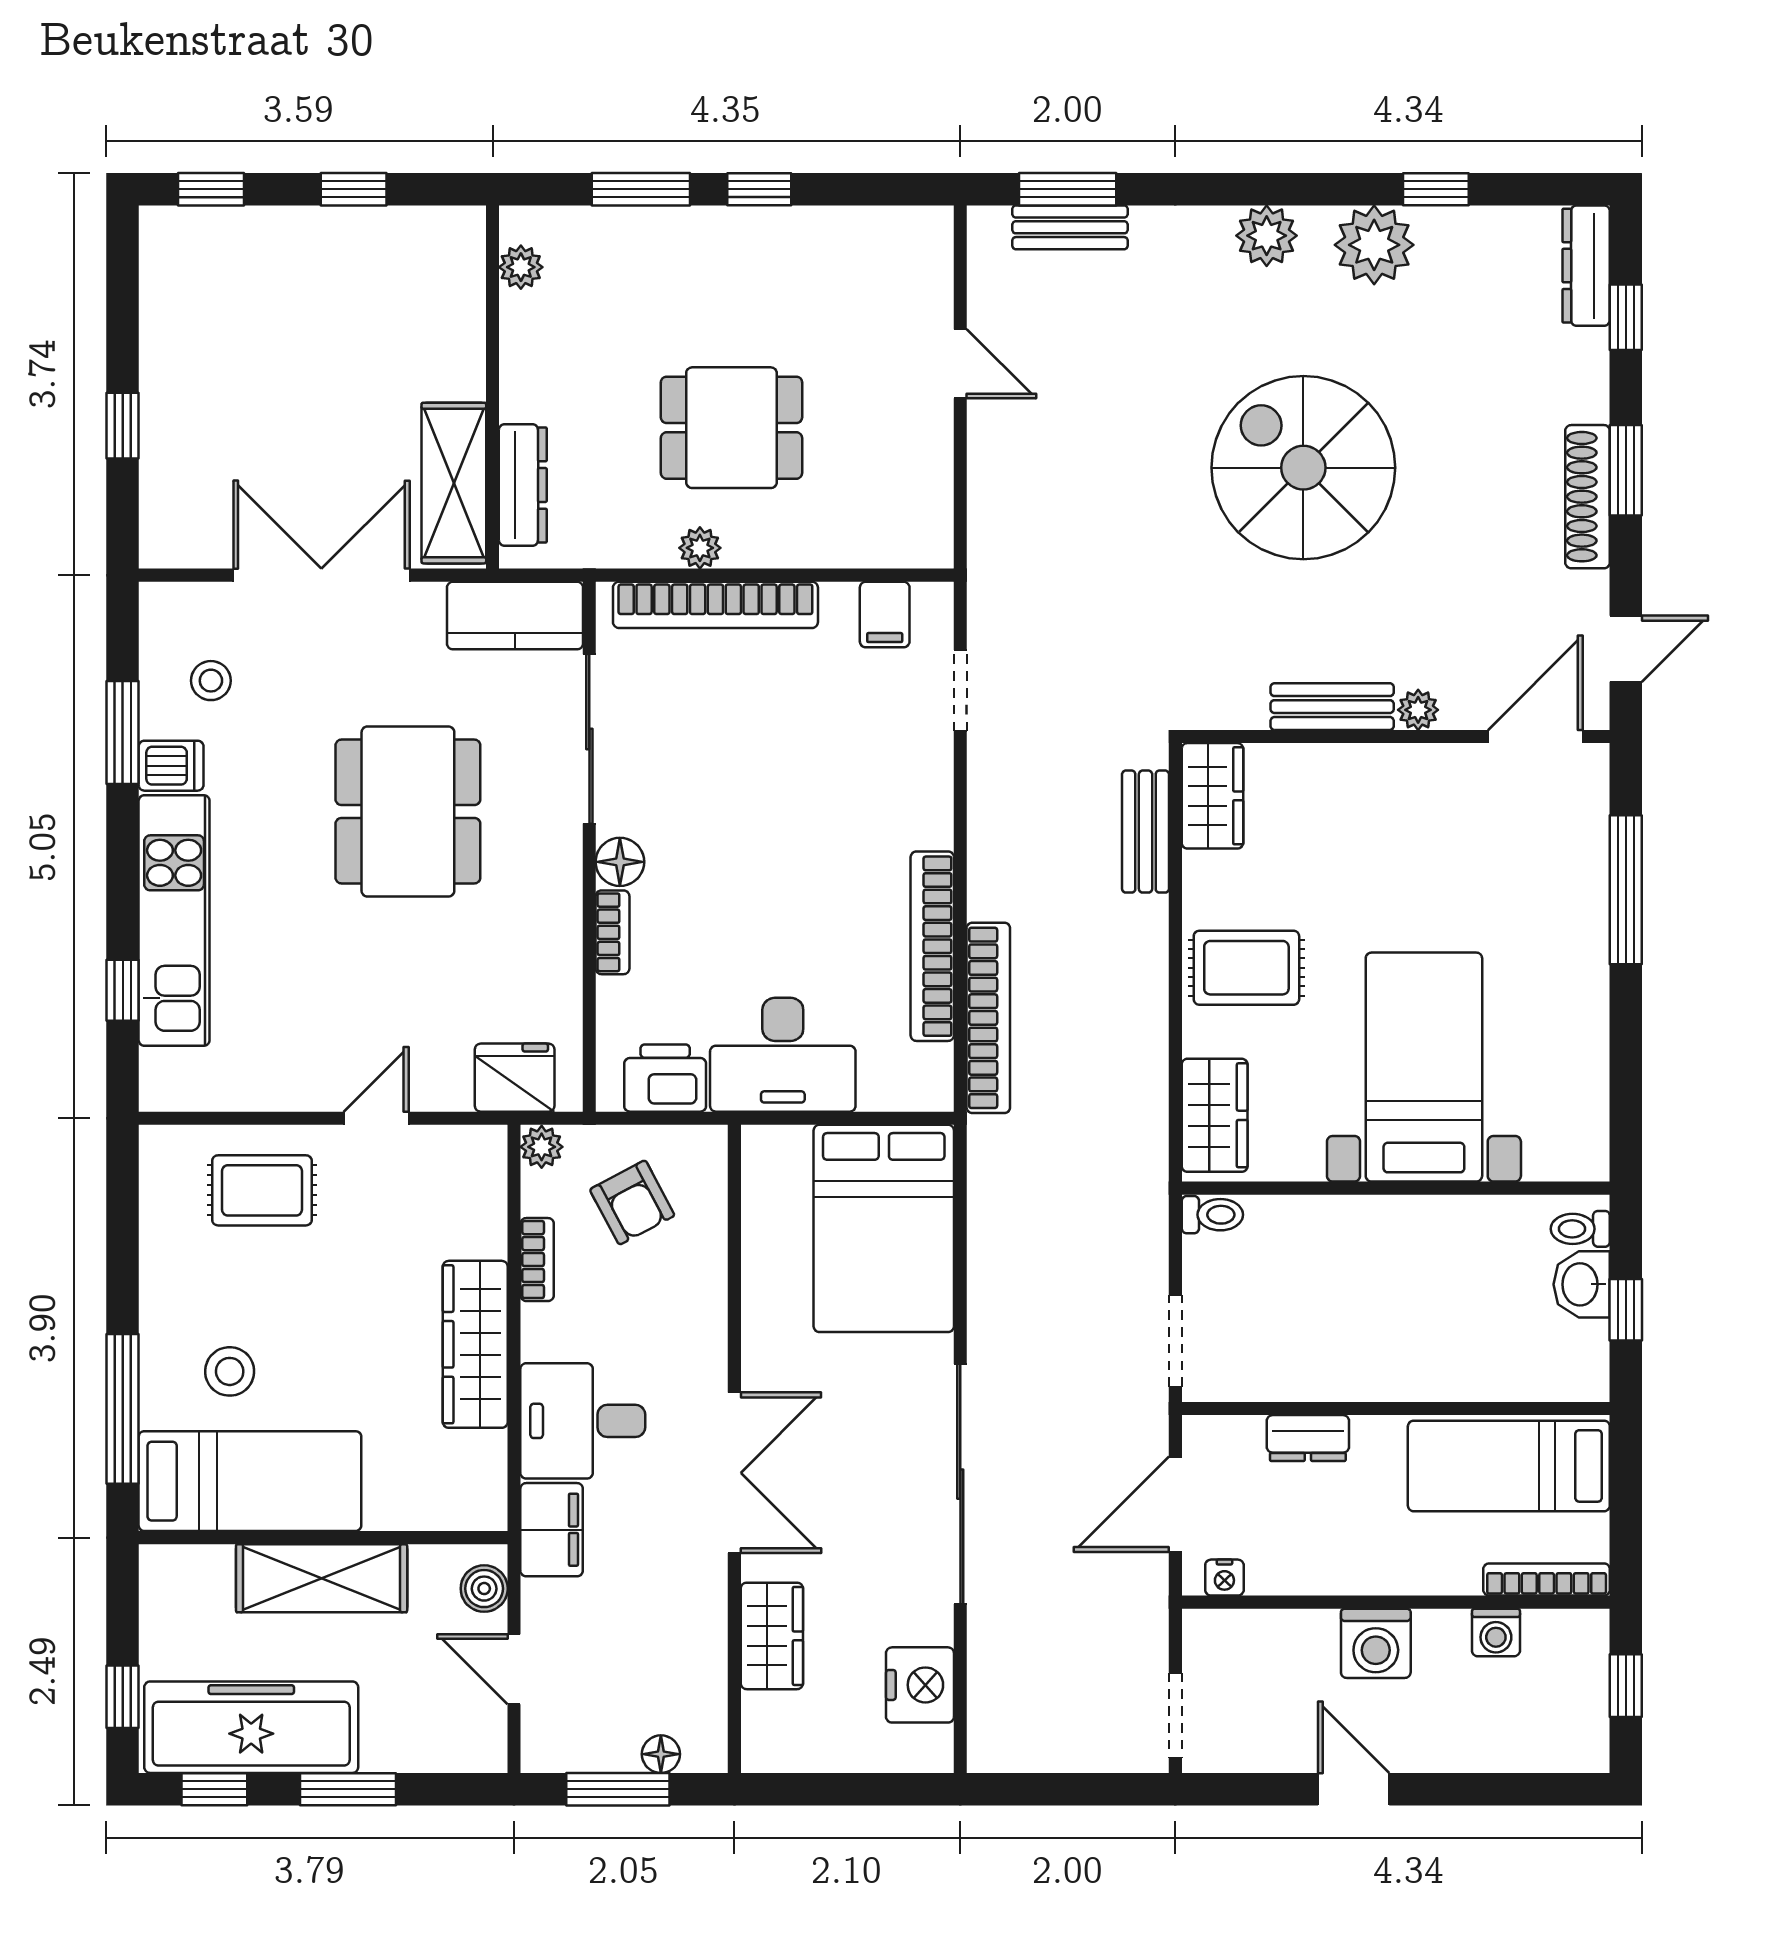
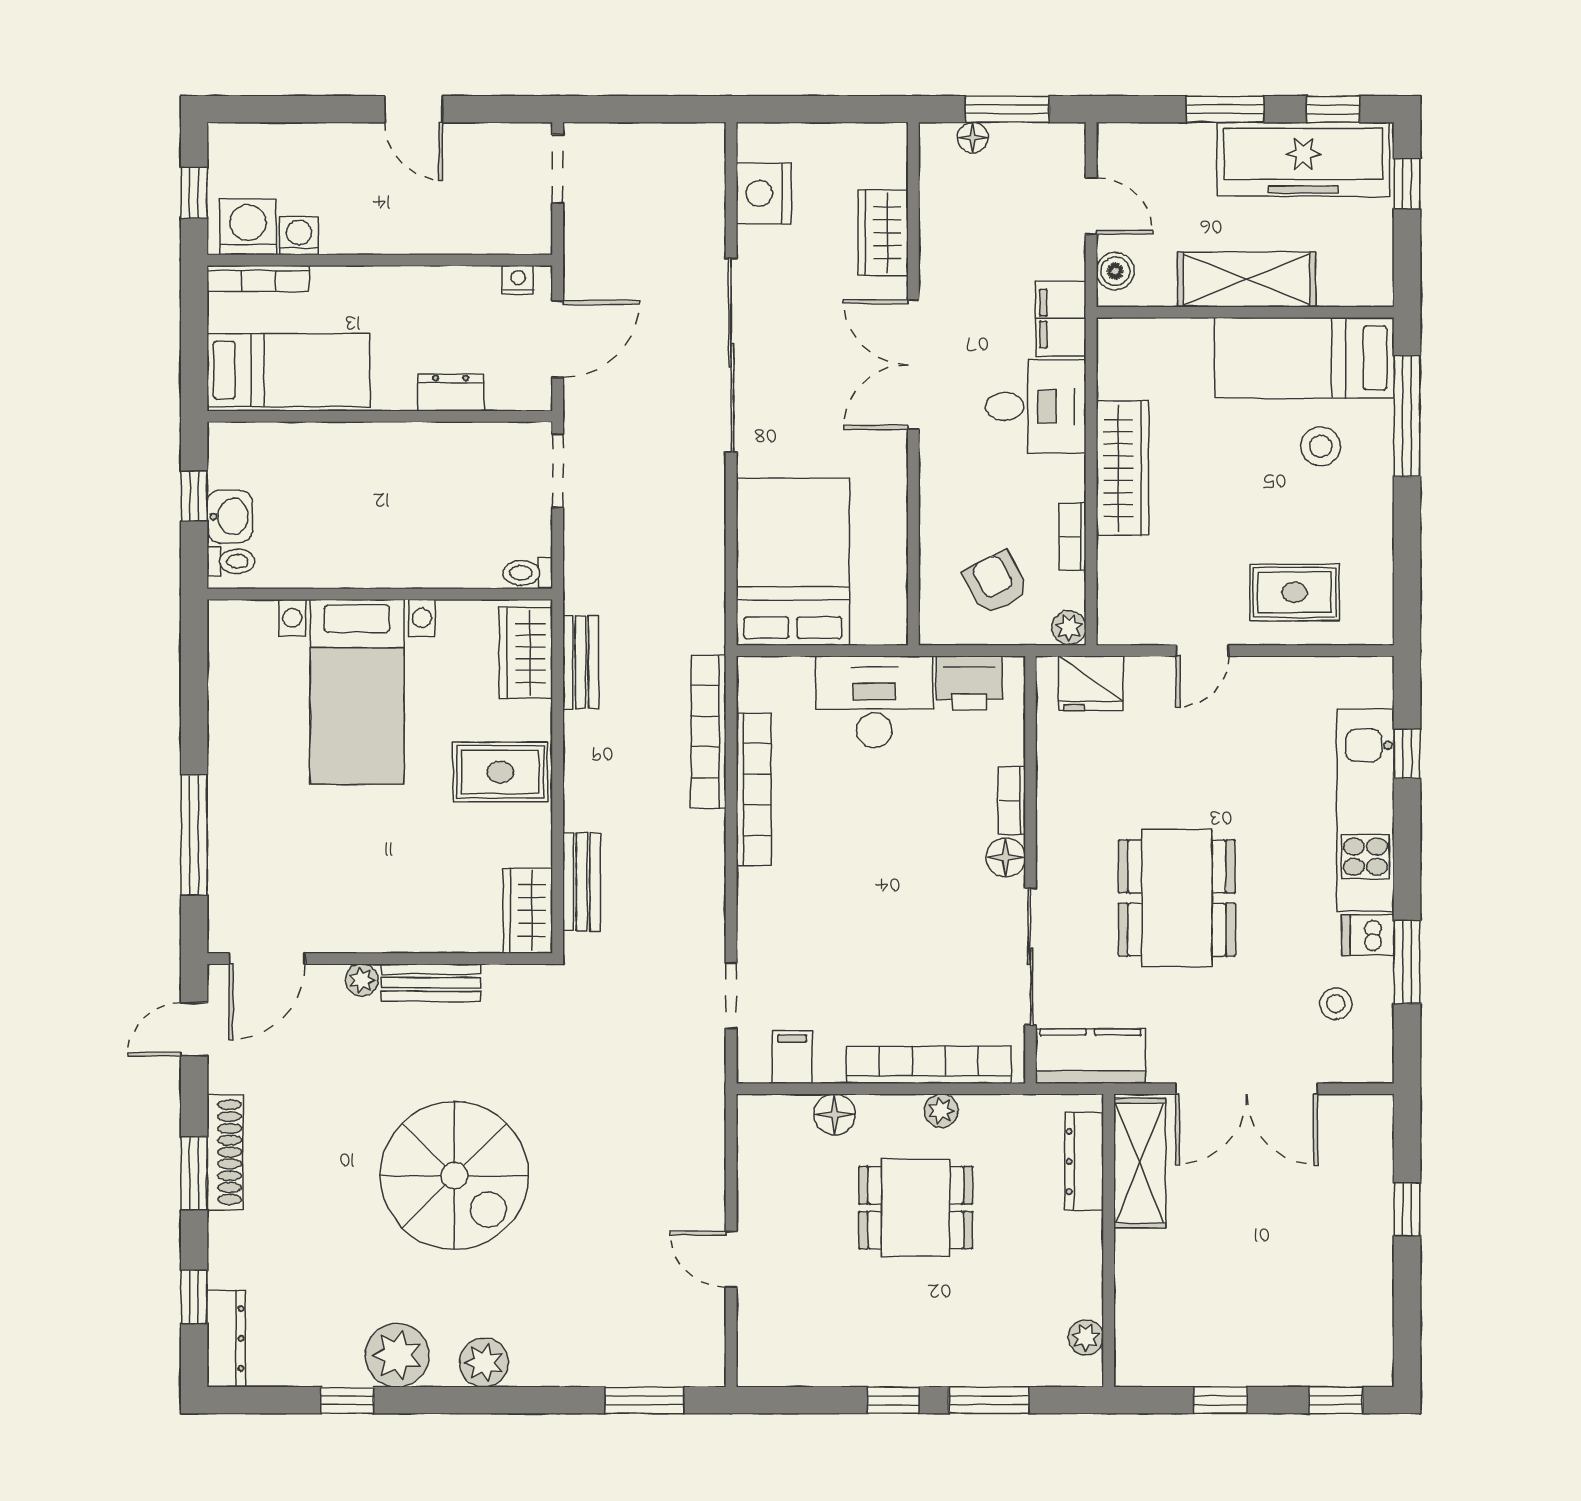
bench: (1070, 227) -> (581, 662), moved, turned 90
floor lamp: (832, 543) -> (835, 1114), added
washing machine: (1376, 1643) -> (248, 227), moved

